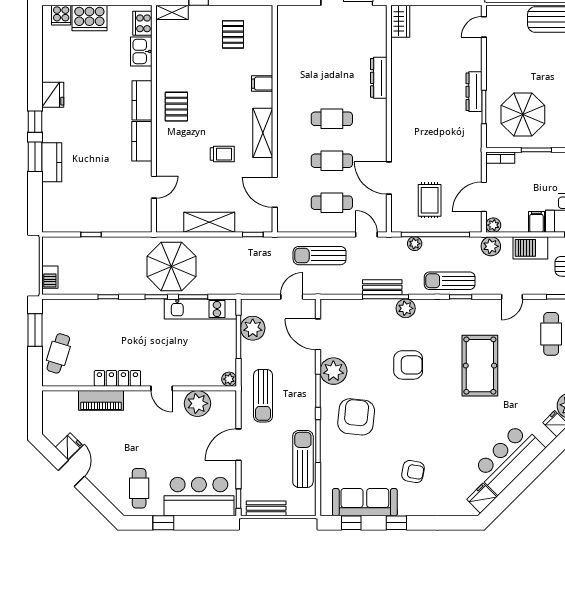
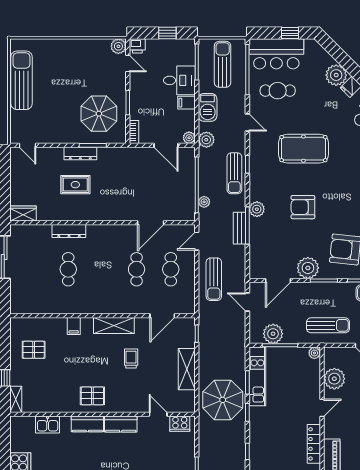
cooker: (142, 23) -> (180, 424), moved
cafe table: (332, 119) -> (68, 269), moved
rug: (430, 200) -> (75, 185), moved
armchair: (408, 365) -> (303, 207), turned -90

